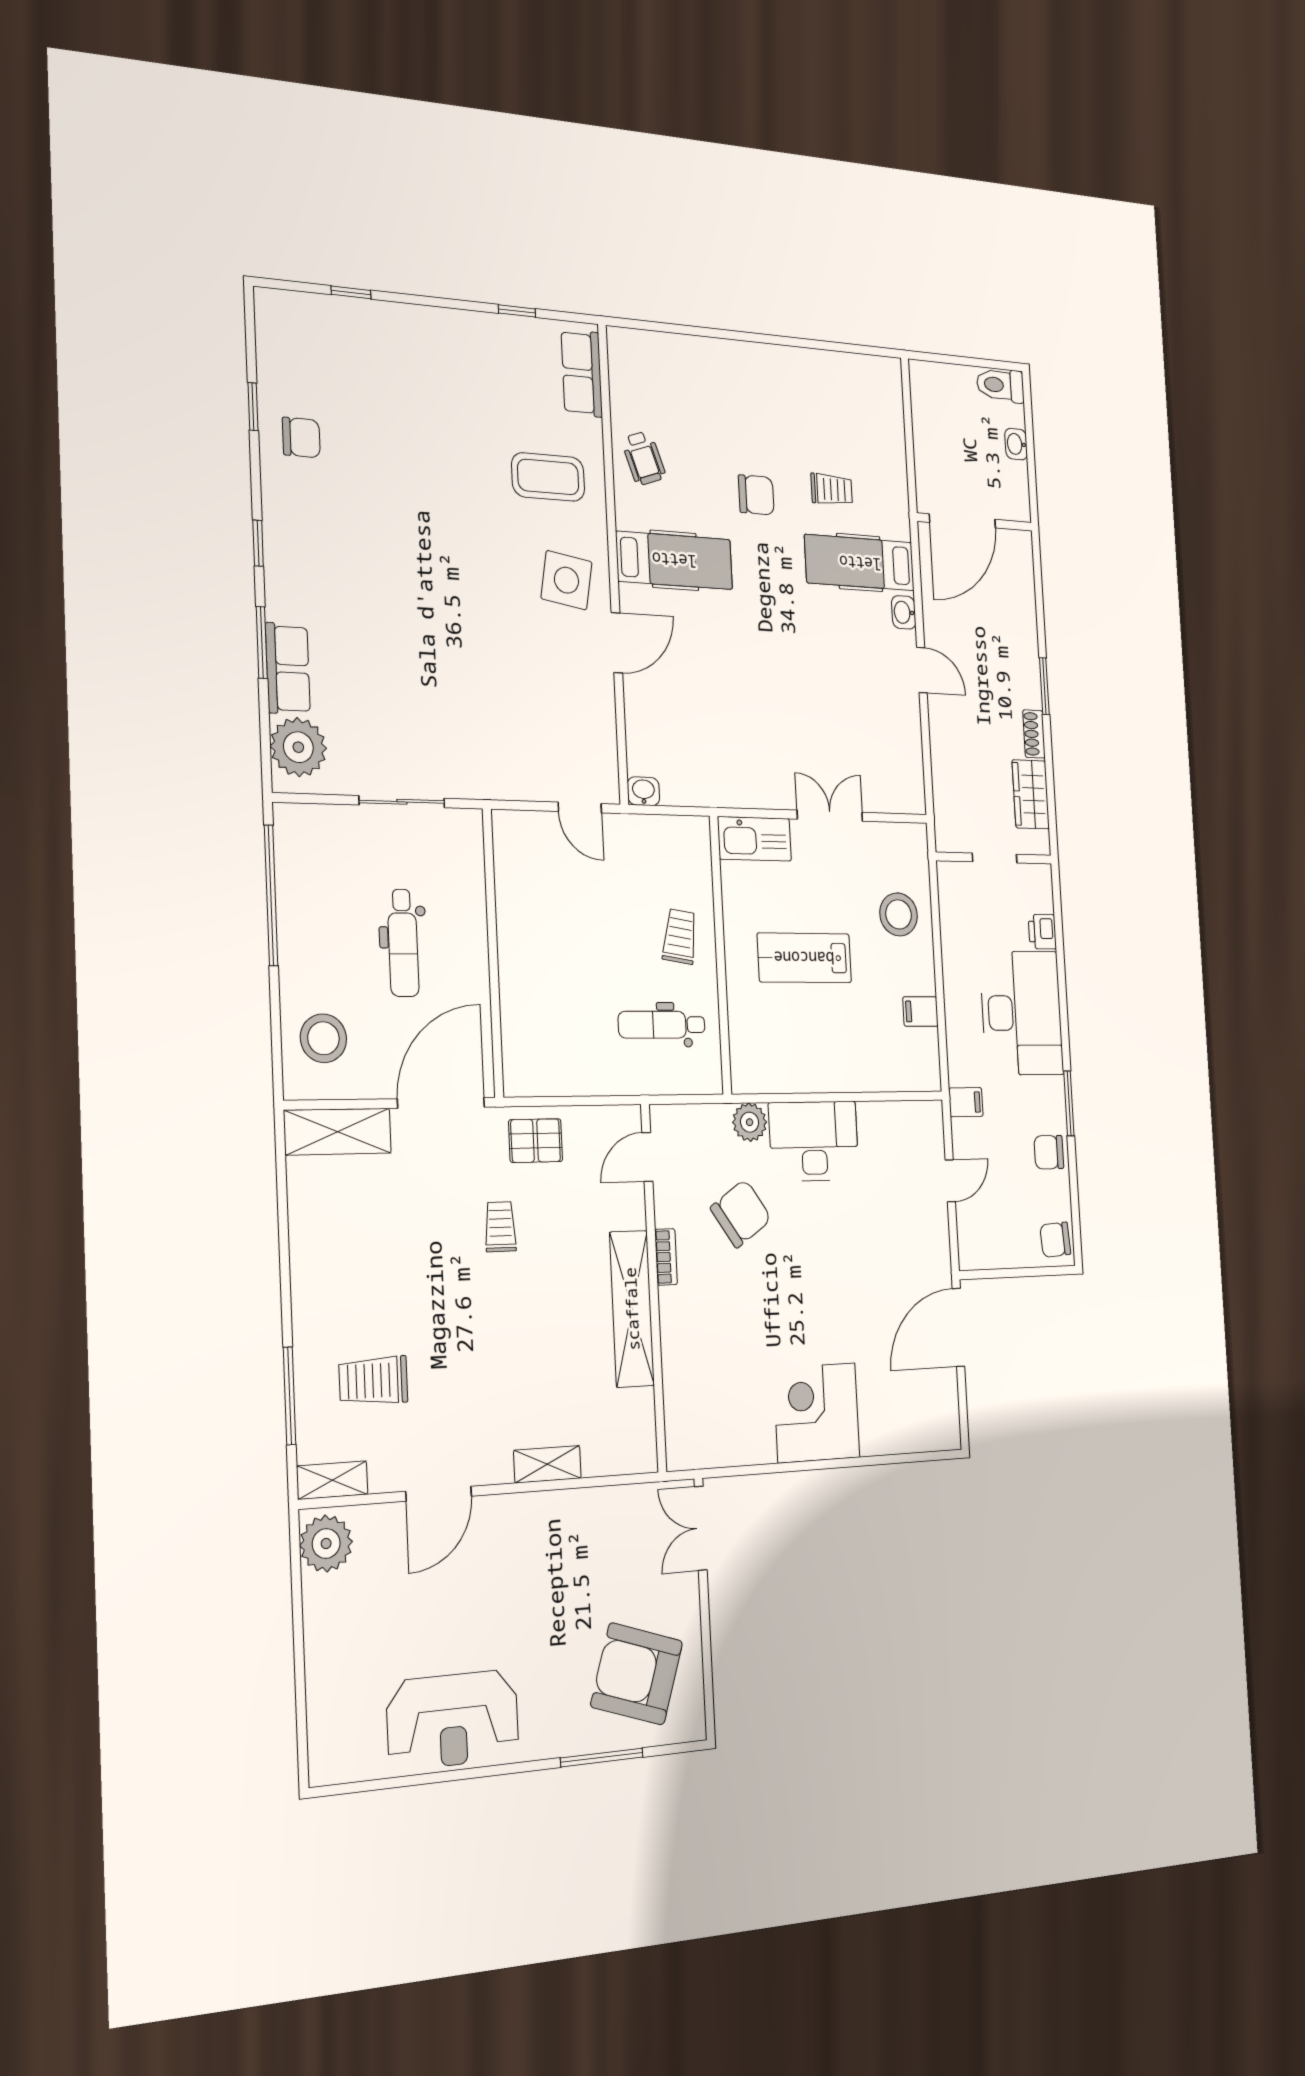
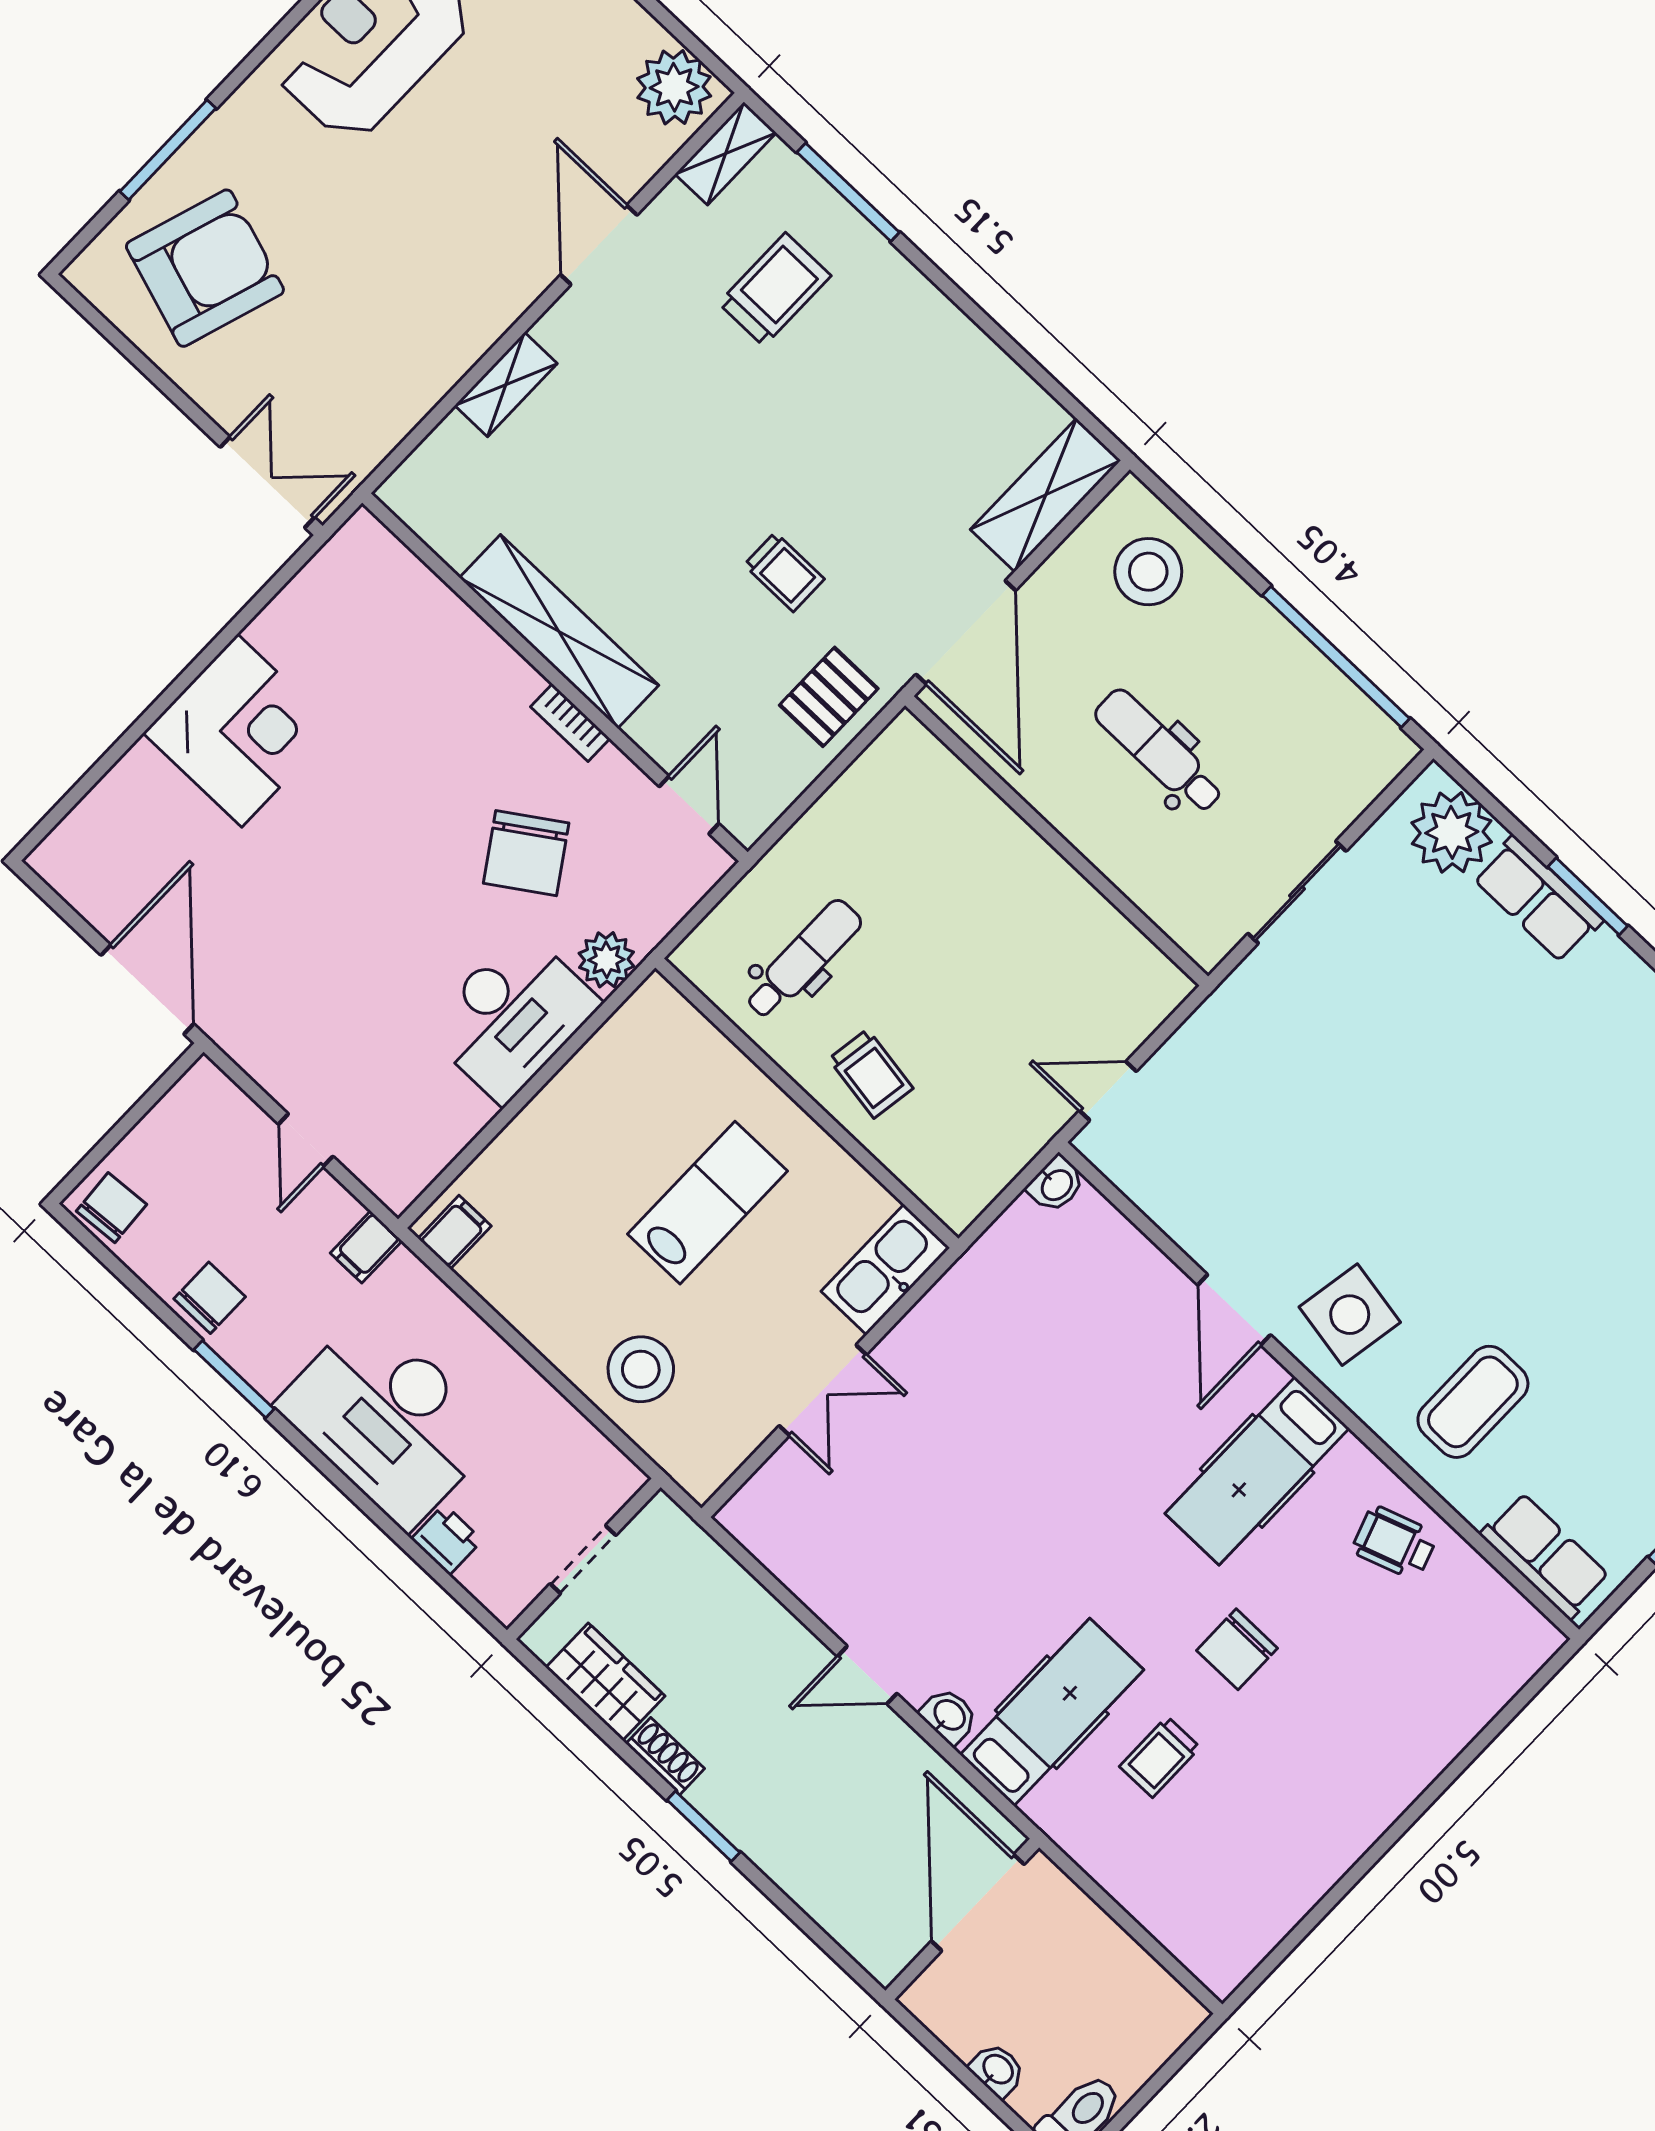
filing cabinet: (920, 1011) -> (455, 1232), moved

